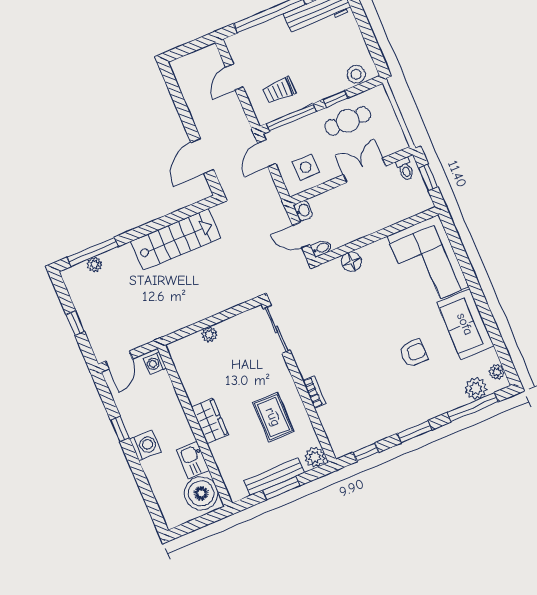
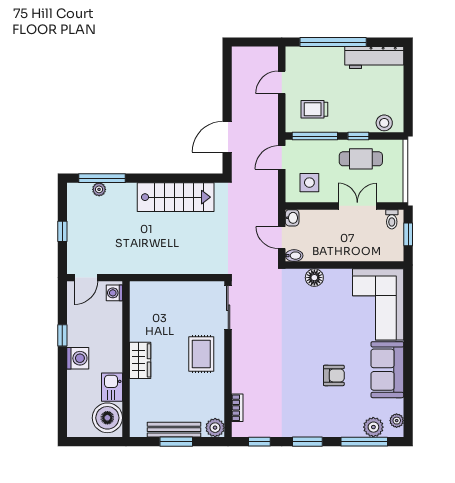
plant: (209, 335) -> (170, 288), removed
bookcase: (314, 392) -> (237, 408), moved
rug: (273, 417) -> (201, 354), moved

